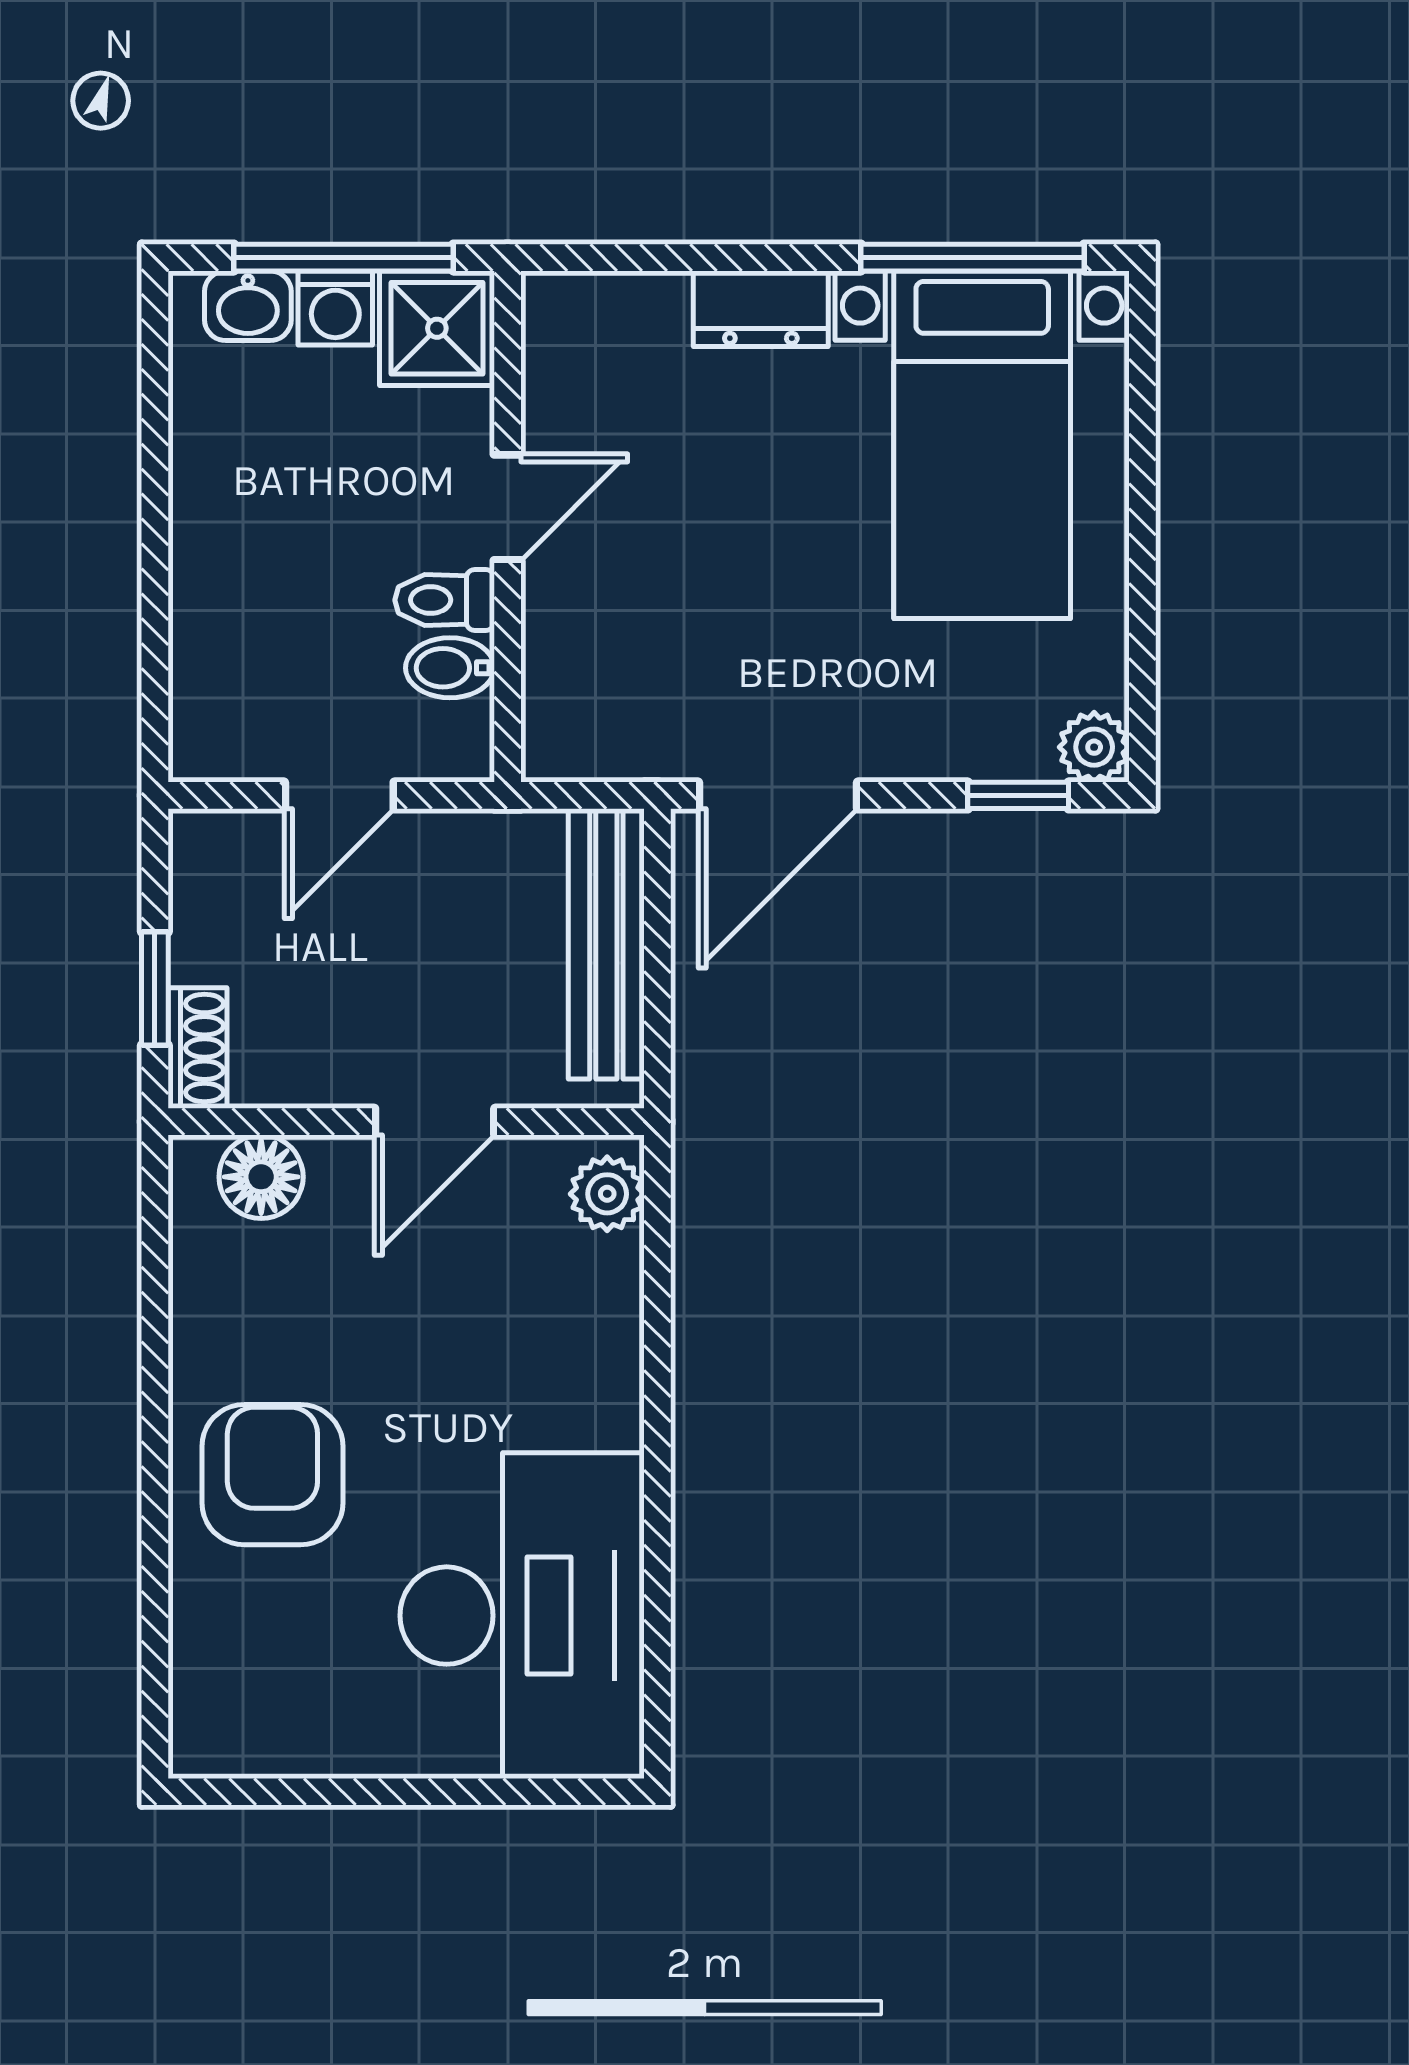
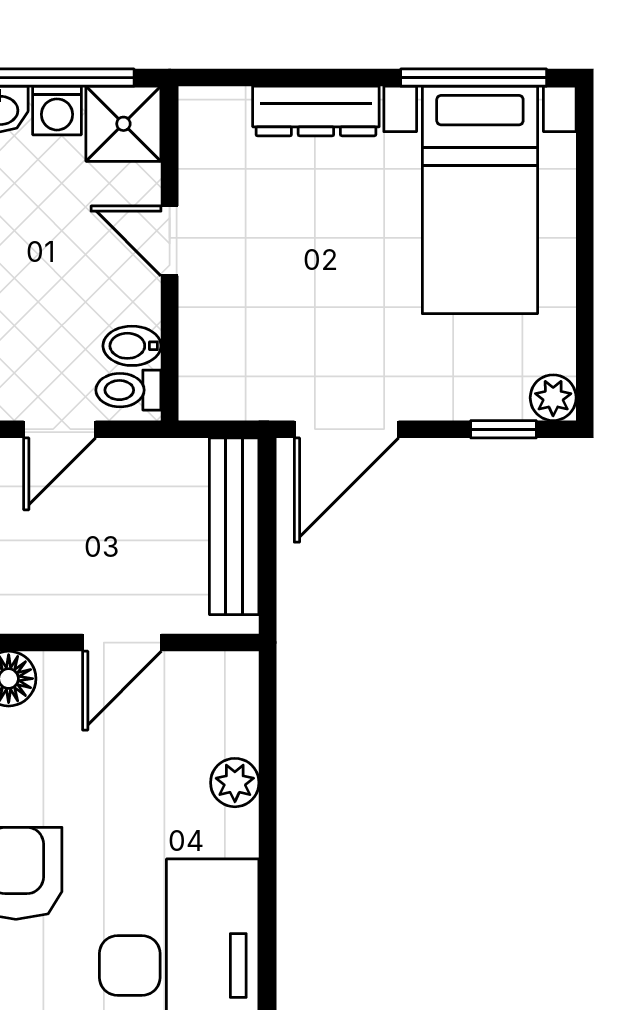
dresser: (761, 309) -> (316, 111), width x1.44
door: (508, 507) -> (170, 241), swing flipped
toilet: (445, 600) -> (128, 390), moved
plant: (607, 1194) -> (235, 783), moved

